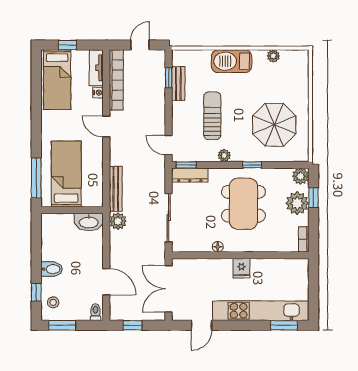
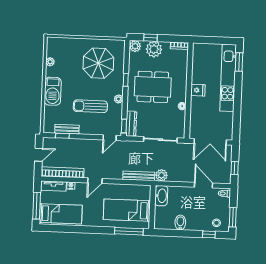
window: (67, 45) -> (37, 206), width x2.17
door: (140, 45) -> (39, 155), swing flipped
bidet: (52, 269) -> (180, 222), moved
door: (106, 282) -> (203, 185), hinge flipped
door: (201, 325) -> (237, 120), removed

